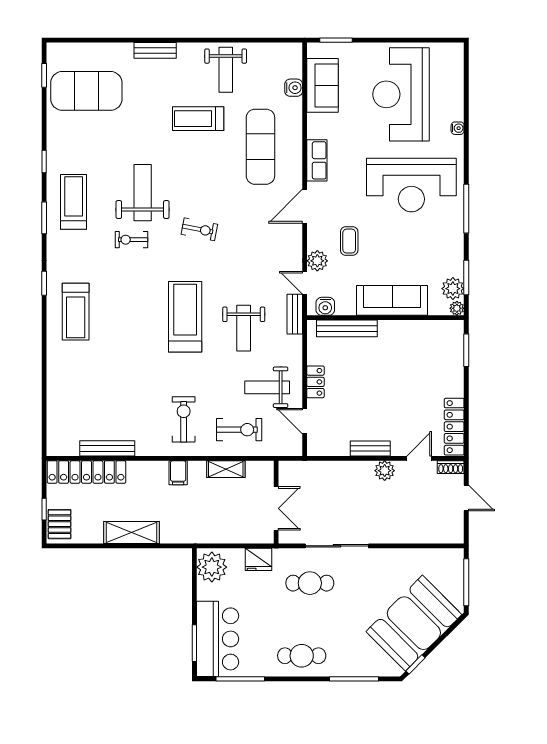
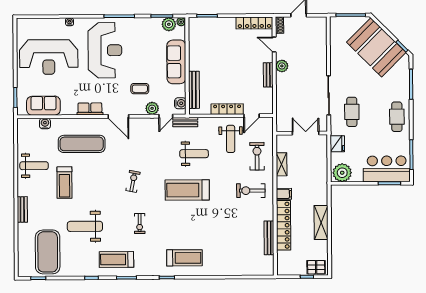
weight bench: (143, 193) -> (85, 226), moved
locker: (315, 382) -> (227, 109), width x1.53
locker: (86, 472) -> (284, 225), moved

